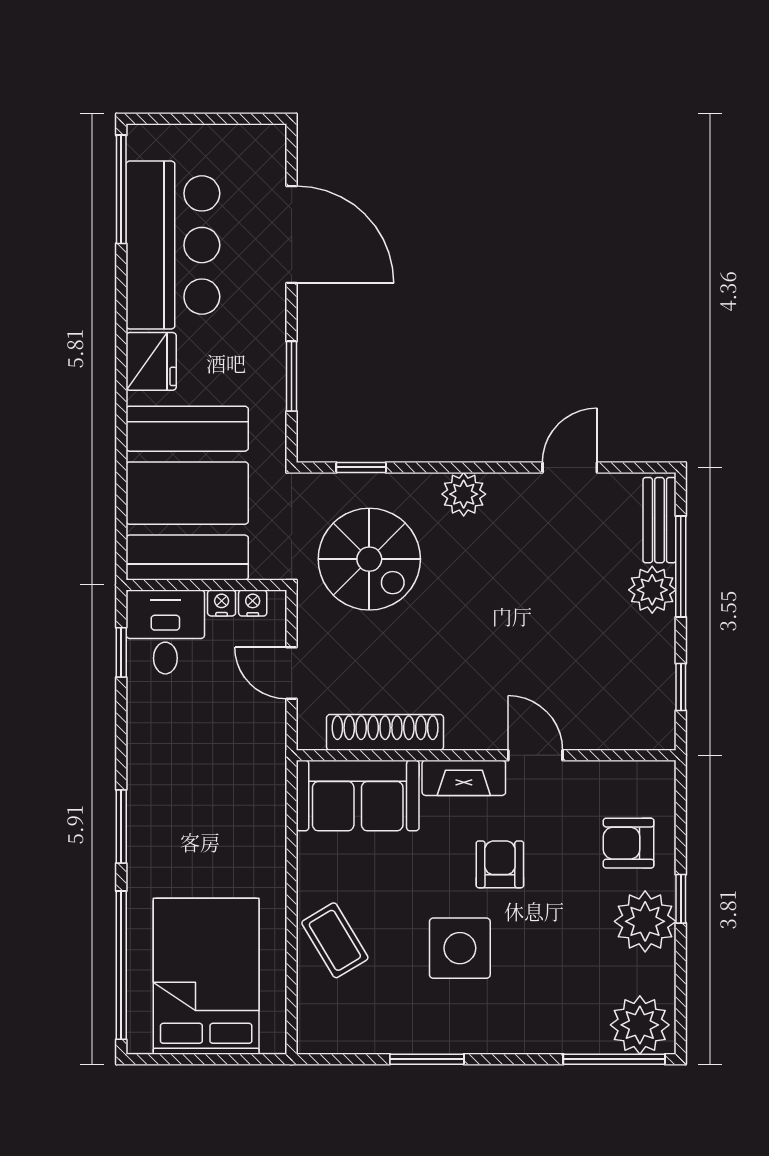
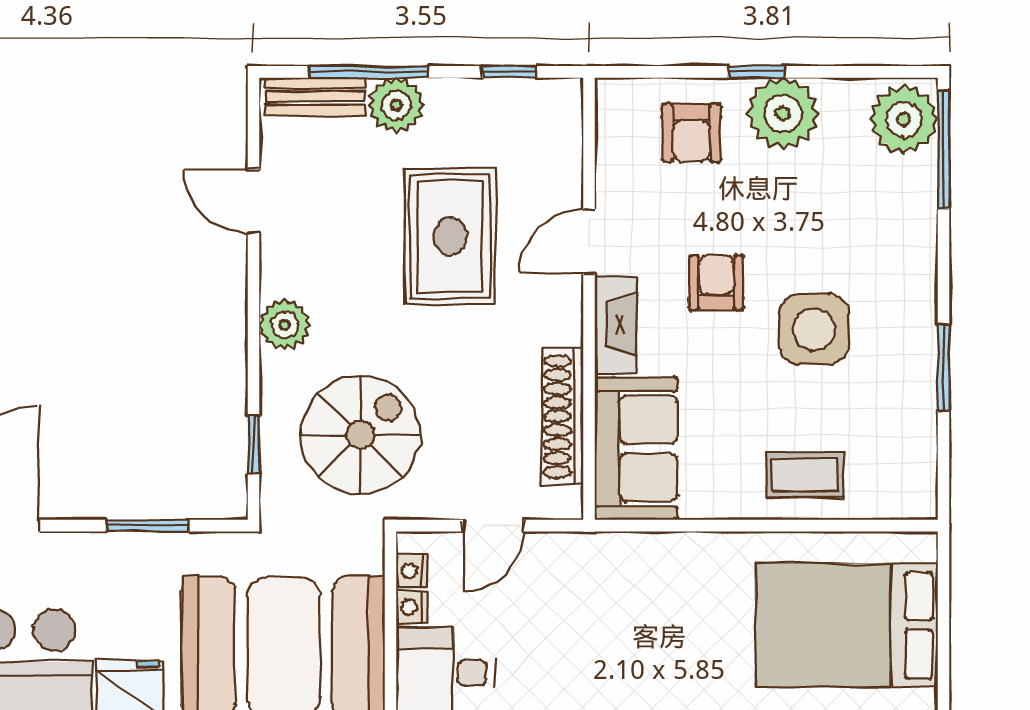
rug: (540, 636) -> (450, 236), added
armchair: (500, 864) -> (716, 283), turned 90
coffee table: (335, 940) -> (805, 475), turned 31

